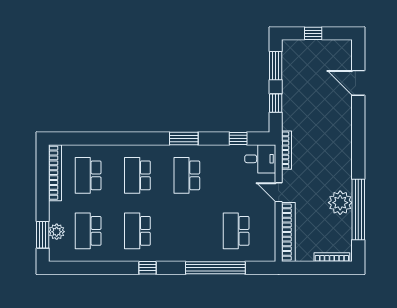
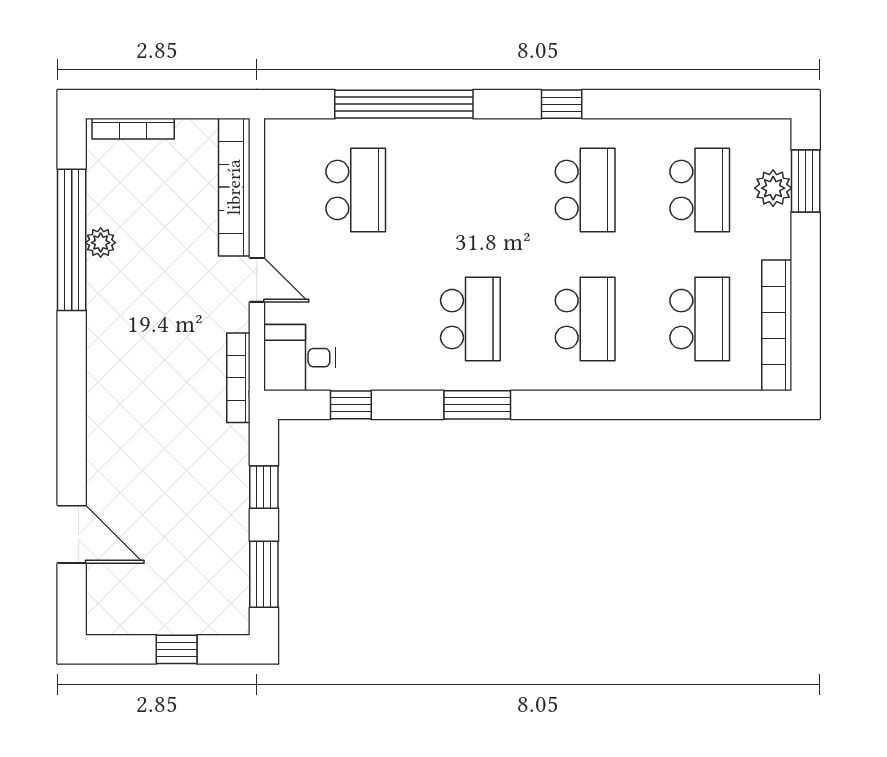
plant: (340, 203) -> (101, 243), width x0.53, depth x0.53

